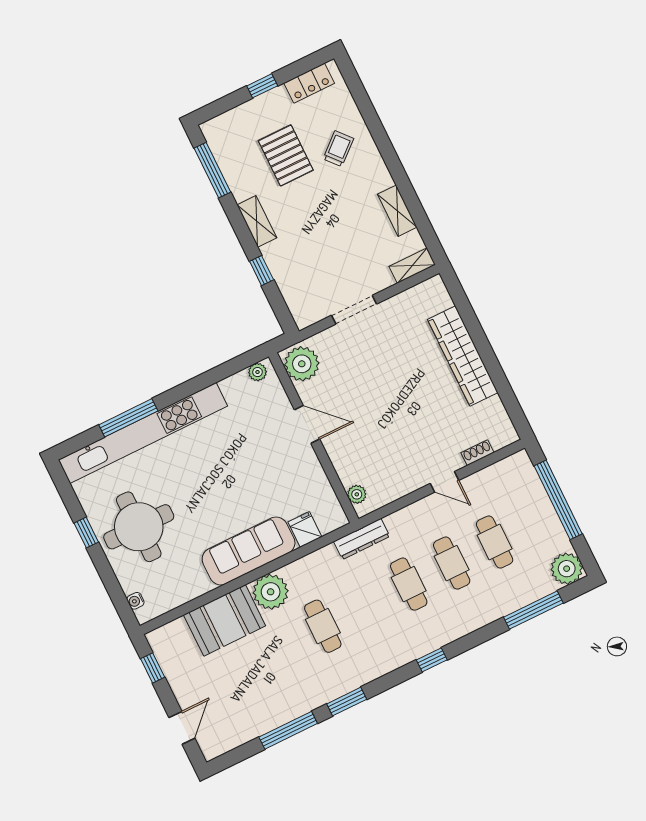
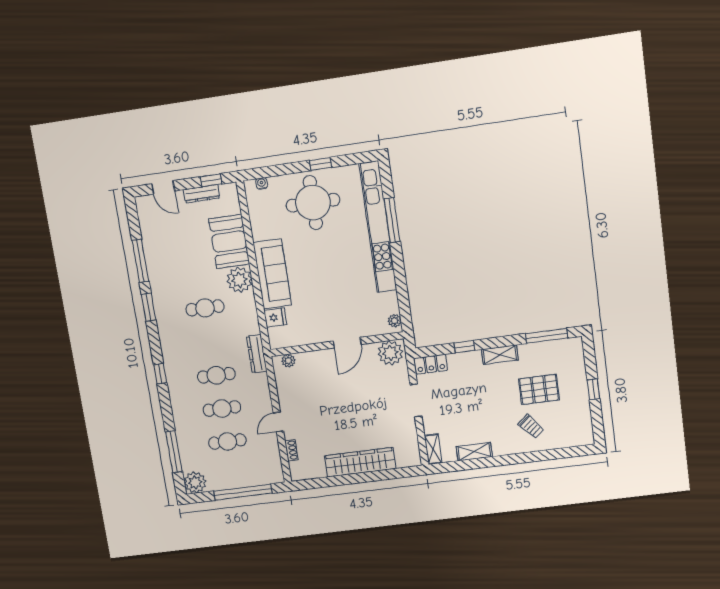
locker: (309, 83) -> (431, 364), moved, turned -90
dresser: (174, 675) -> (202, 194), added

